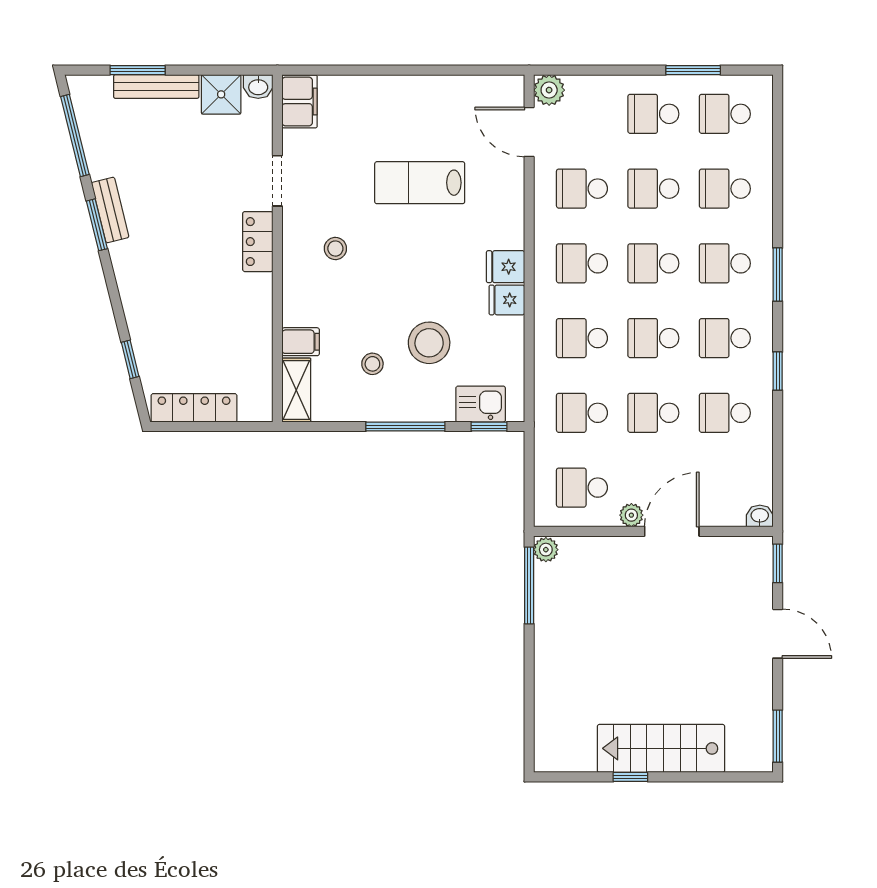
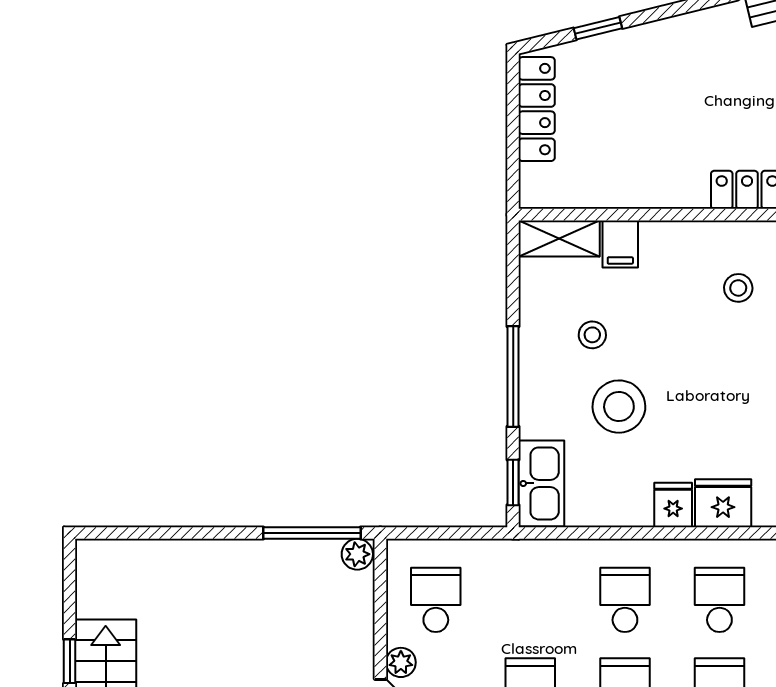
fridge: (506, 267) -> (723, 503), width x1.38
kitchen sink: (481, 404) -> (541, 483), width x1.38
school desk: (582, 413) -> (530, 600), removed

